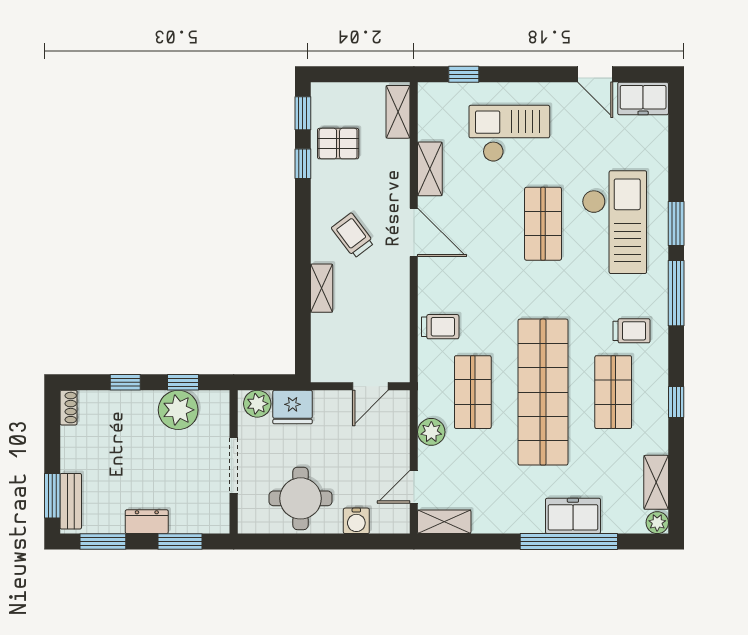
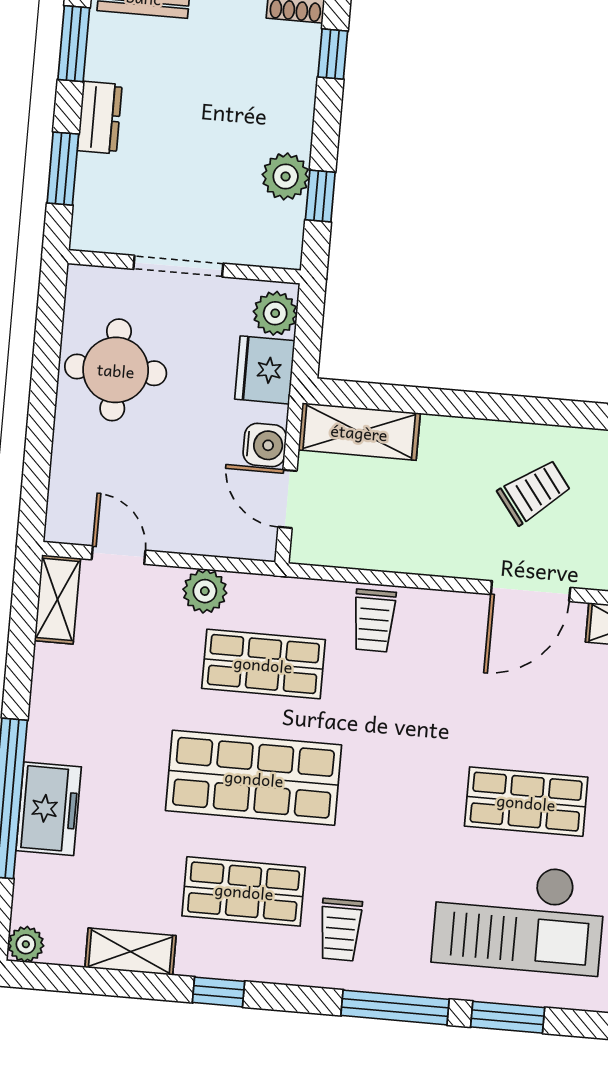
shelving: (322, 288) -> (359, 432), moved, width x1.50, depth x1.33
window: (125, 382) -> (333, 54), moved
shop shelf: (543, 392) -> (254, 778), width x0.71
plant: (178, 410) -> (286, 176), width x0.73, depth x0.73
shelving: (656, 482) -> (130, 952), moved
water cooler: (356, 521) -> (265, 445), moved, turned 180

